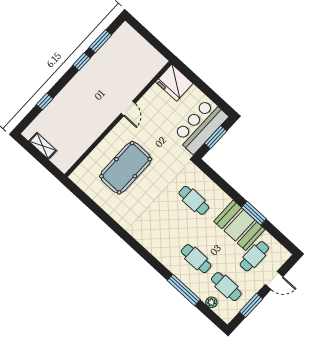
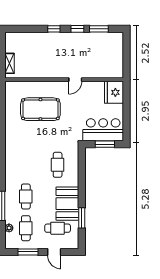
window: (45, 102) -> (54, 29), moved
shelving: (43, 146) -> (9, 63), moved
window: (254, 213) -> (82, 218), moved

